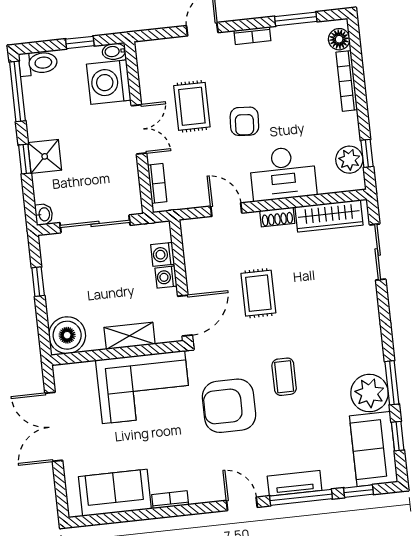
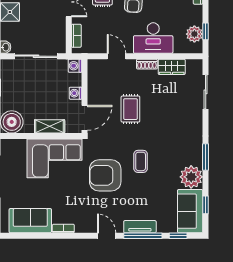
wardrobe: (329, 216) -> (172, 67), width x0.67
washing machine: (163, 254) -> (75, 66), moved
window: (392, 383) -> (206, 157), moved

